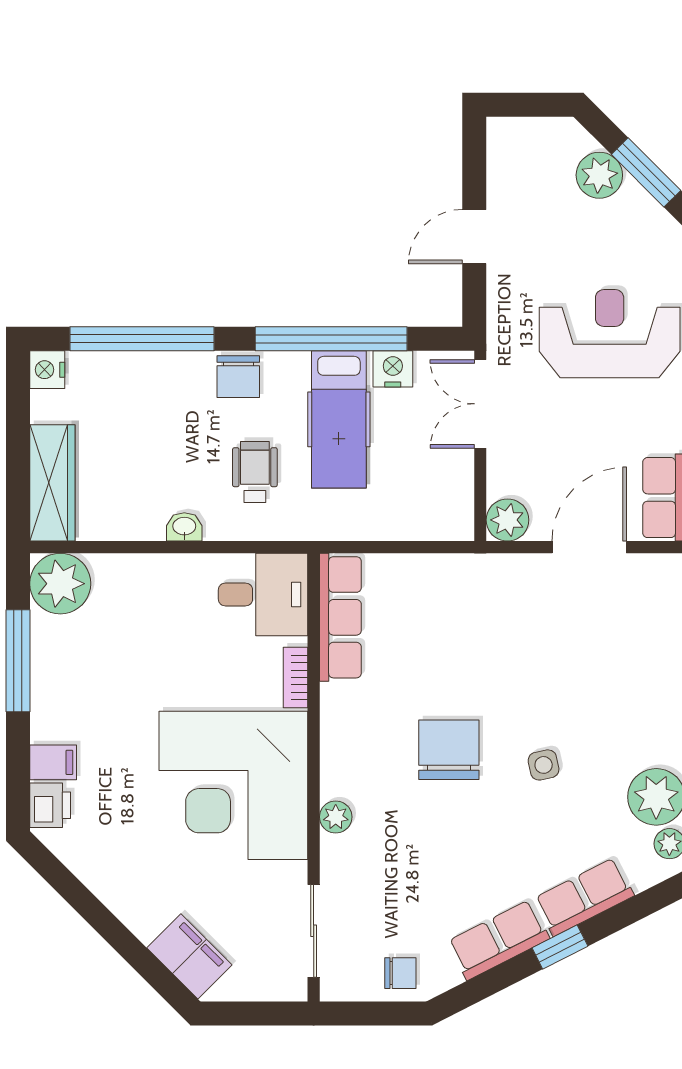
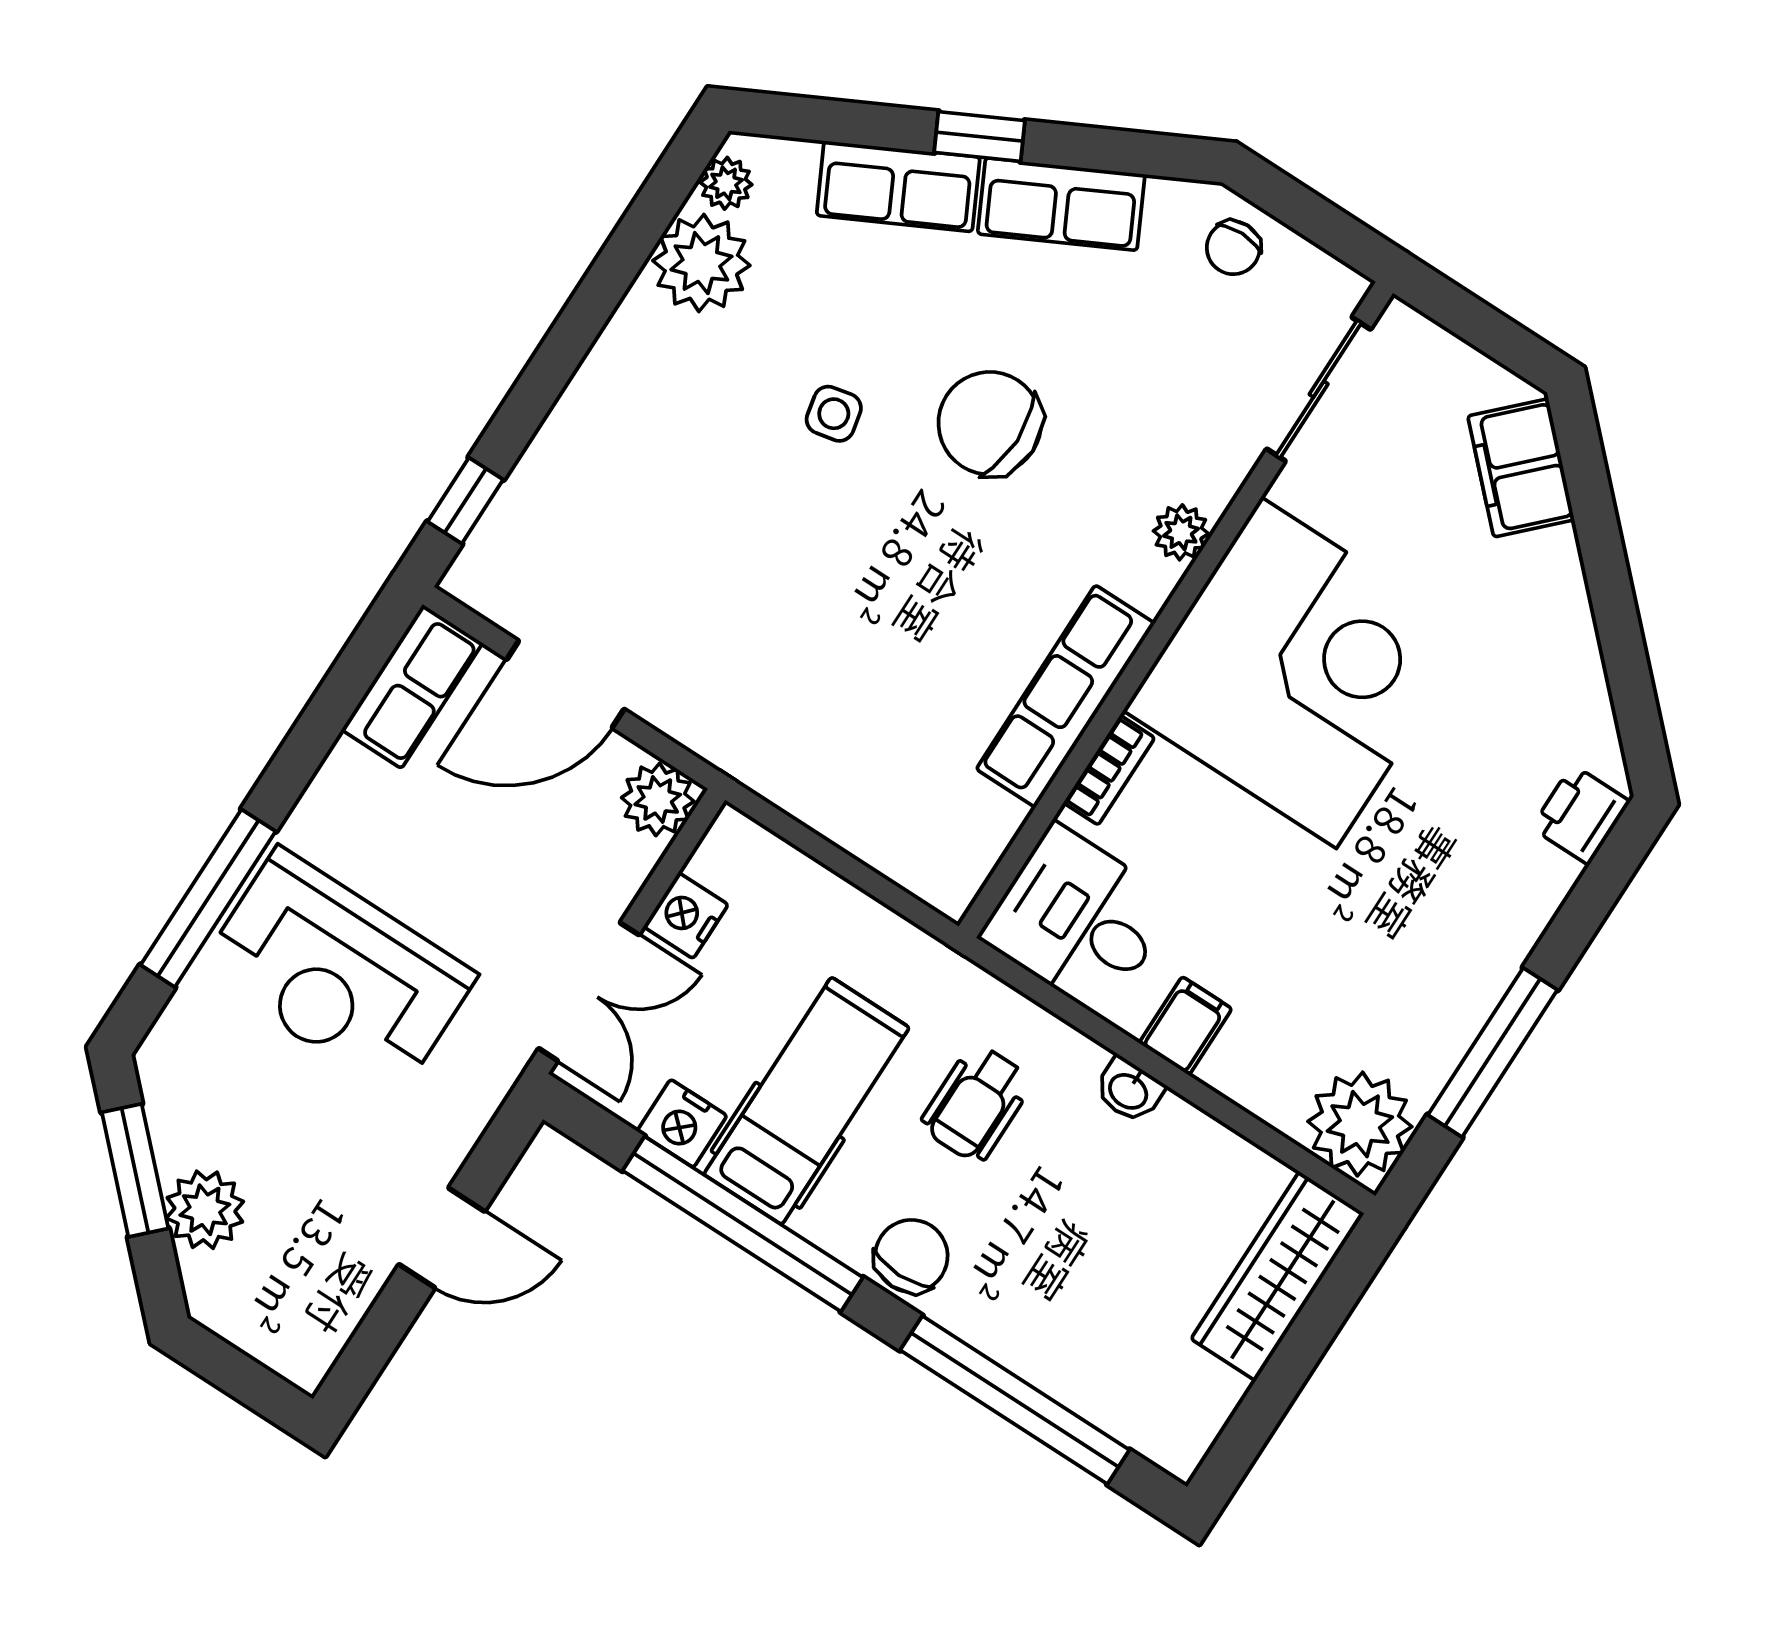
nightstand: (47, 370) -> (686, 916), moved, turned 180
row of seats: (340, 617) -> (1065, 696), moved
chair: (449, 750) -> (990, 423), moved, turned 90
filing cabinet: (53, 762) -> (1185, 1026), moved, turned 90
chair: (400, 973) -> (1233, 248), turned -90

